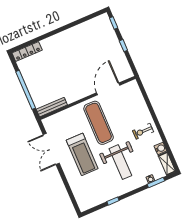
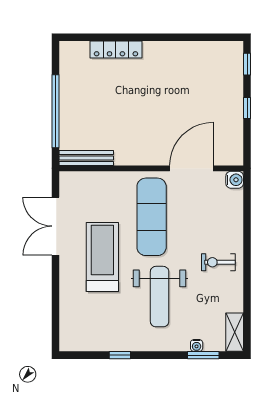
locker: (27, 52) -> (116, 50), moved
water cooler: (160, 148) -> (235, 180), moved
treadmill: (82, 154) -> (102, 257), turned 180

